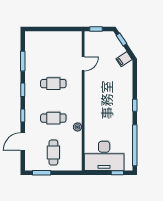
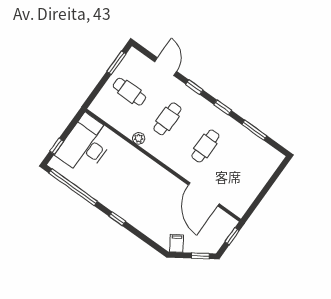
door: (83, 64) -> (204, 194), width x1.88

